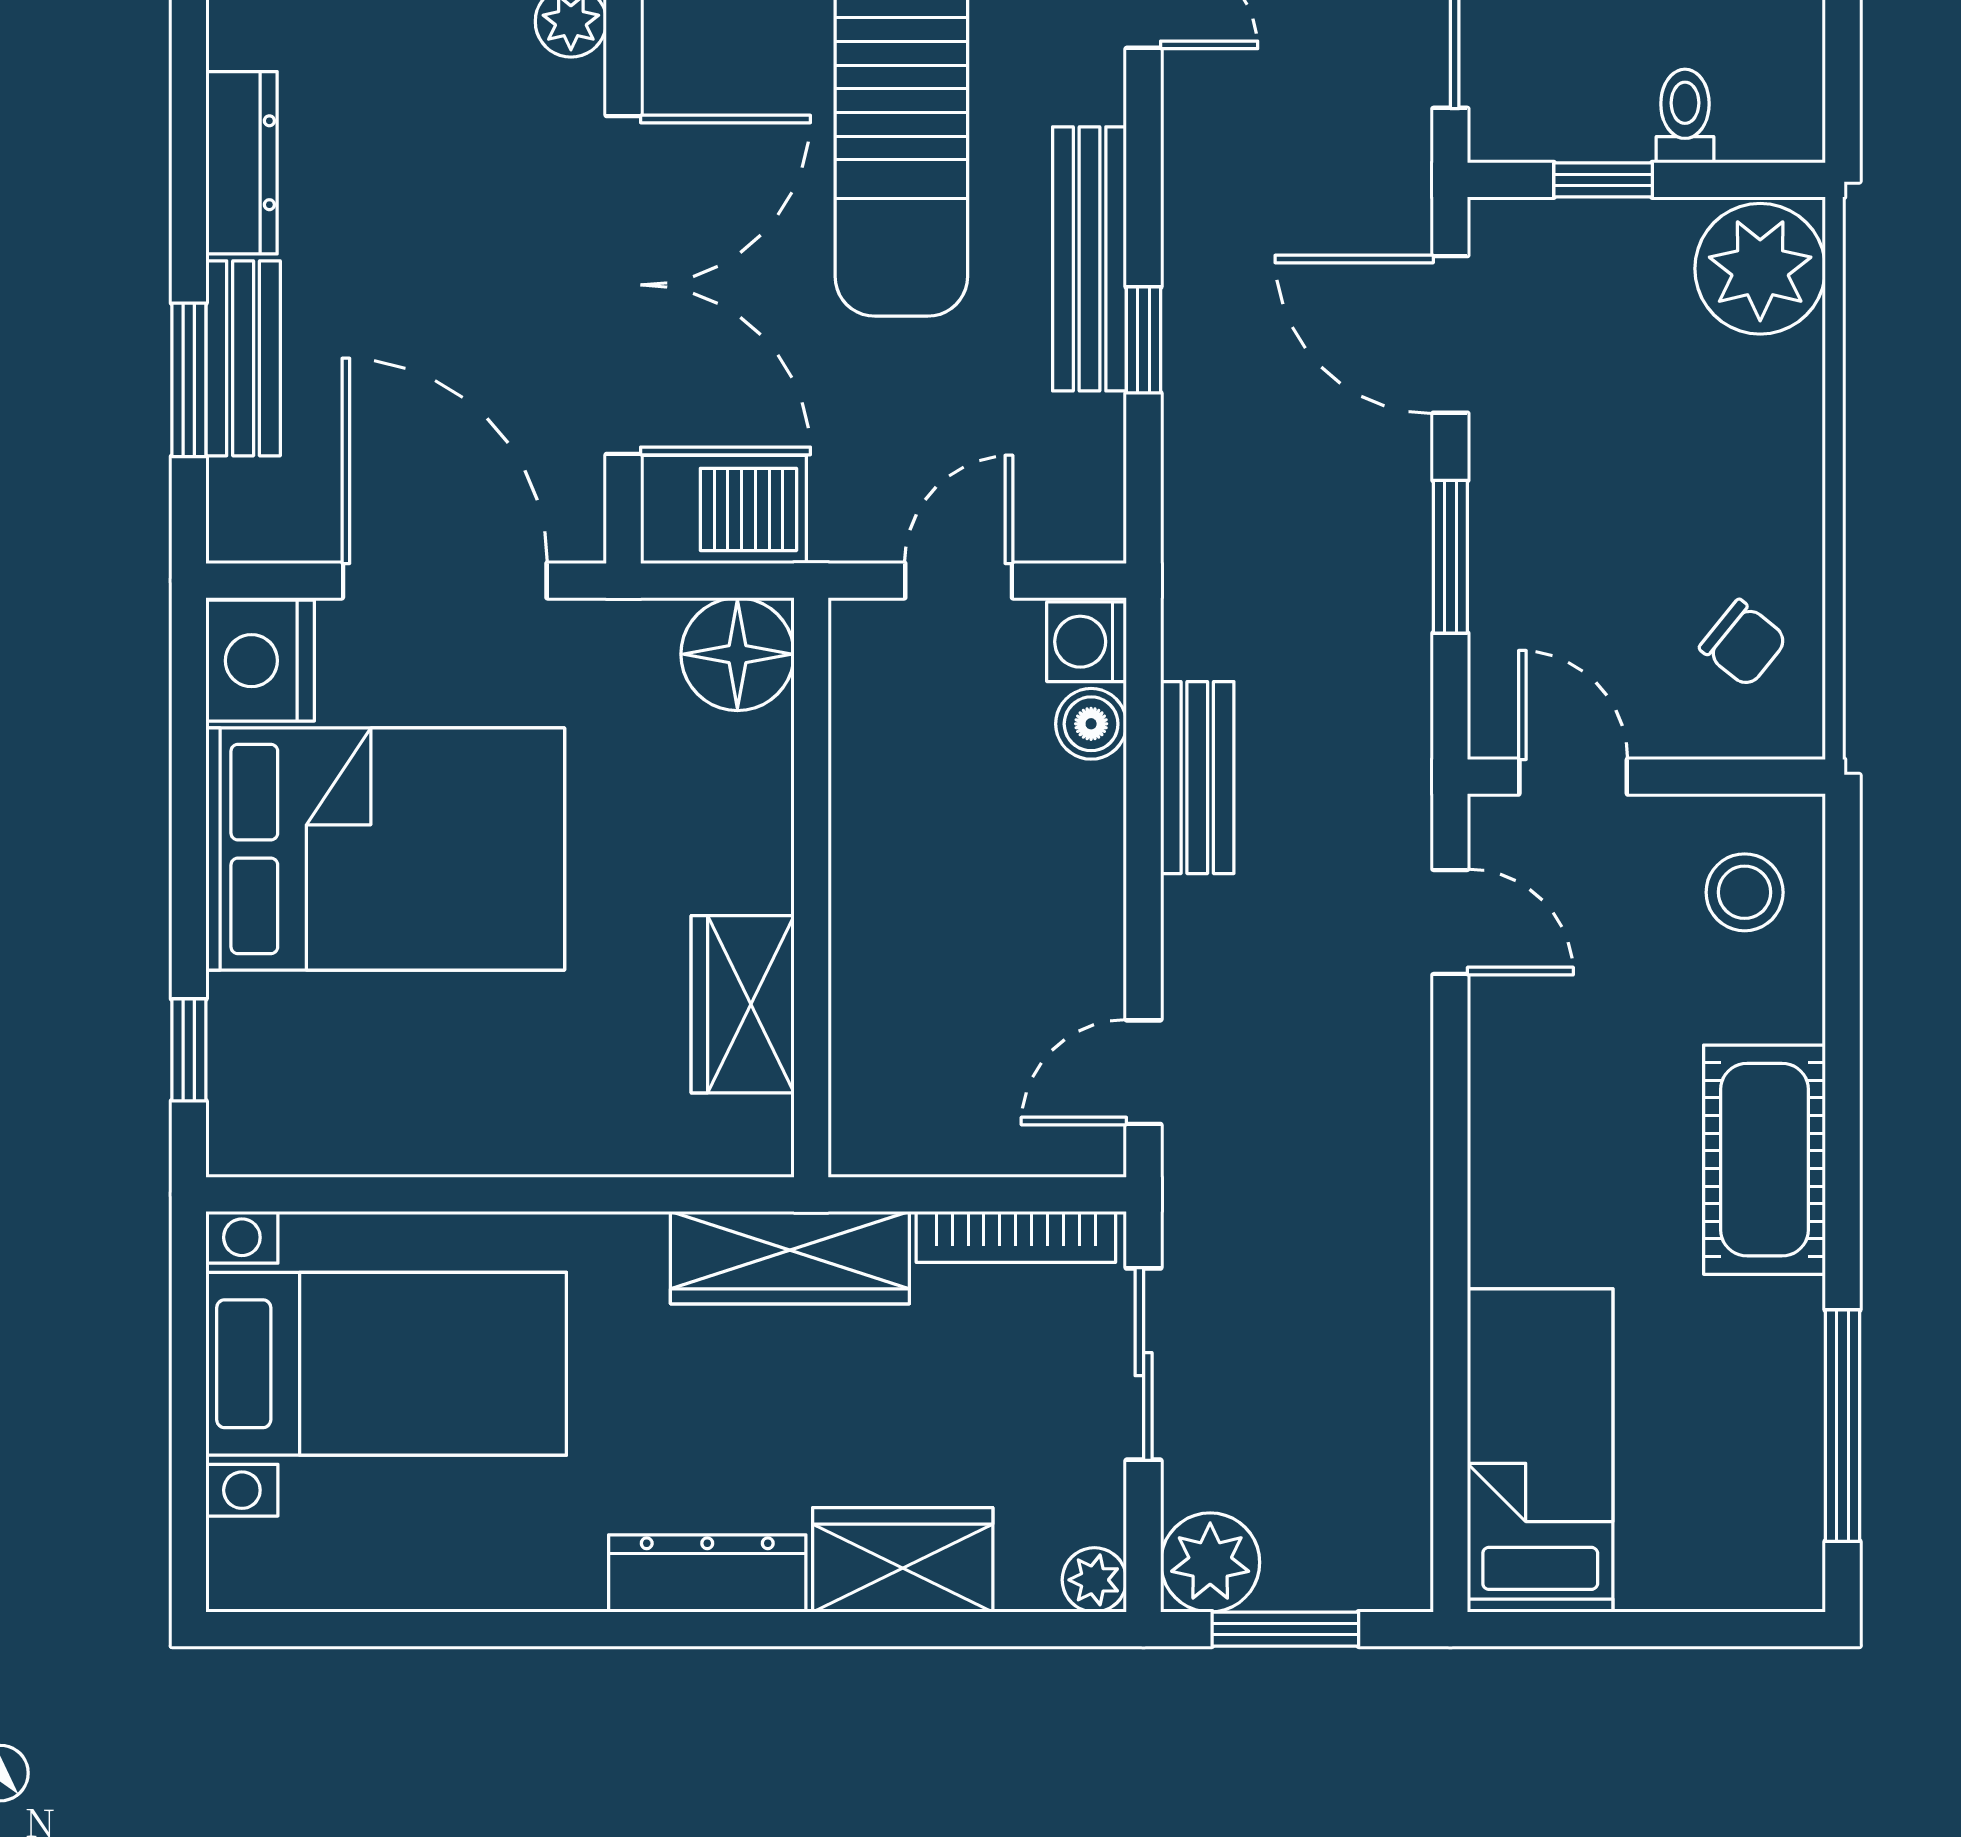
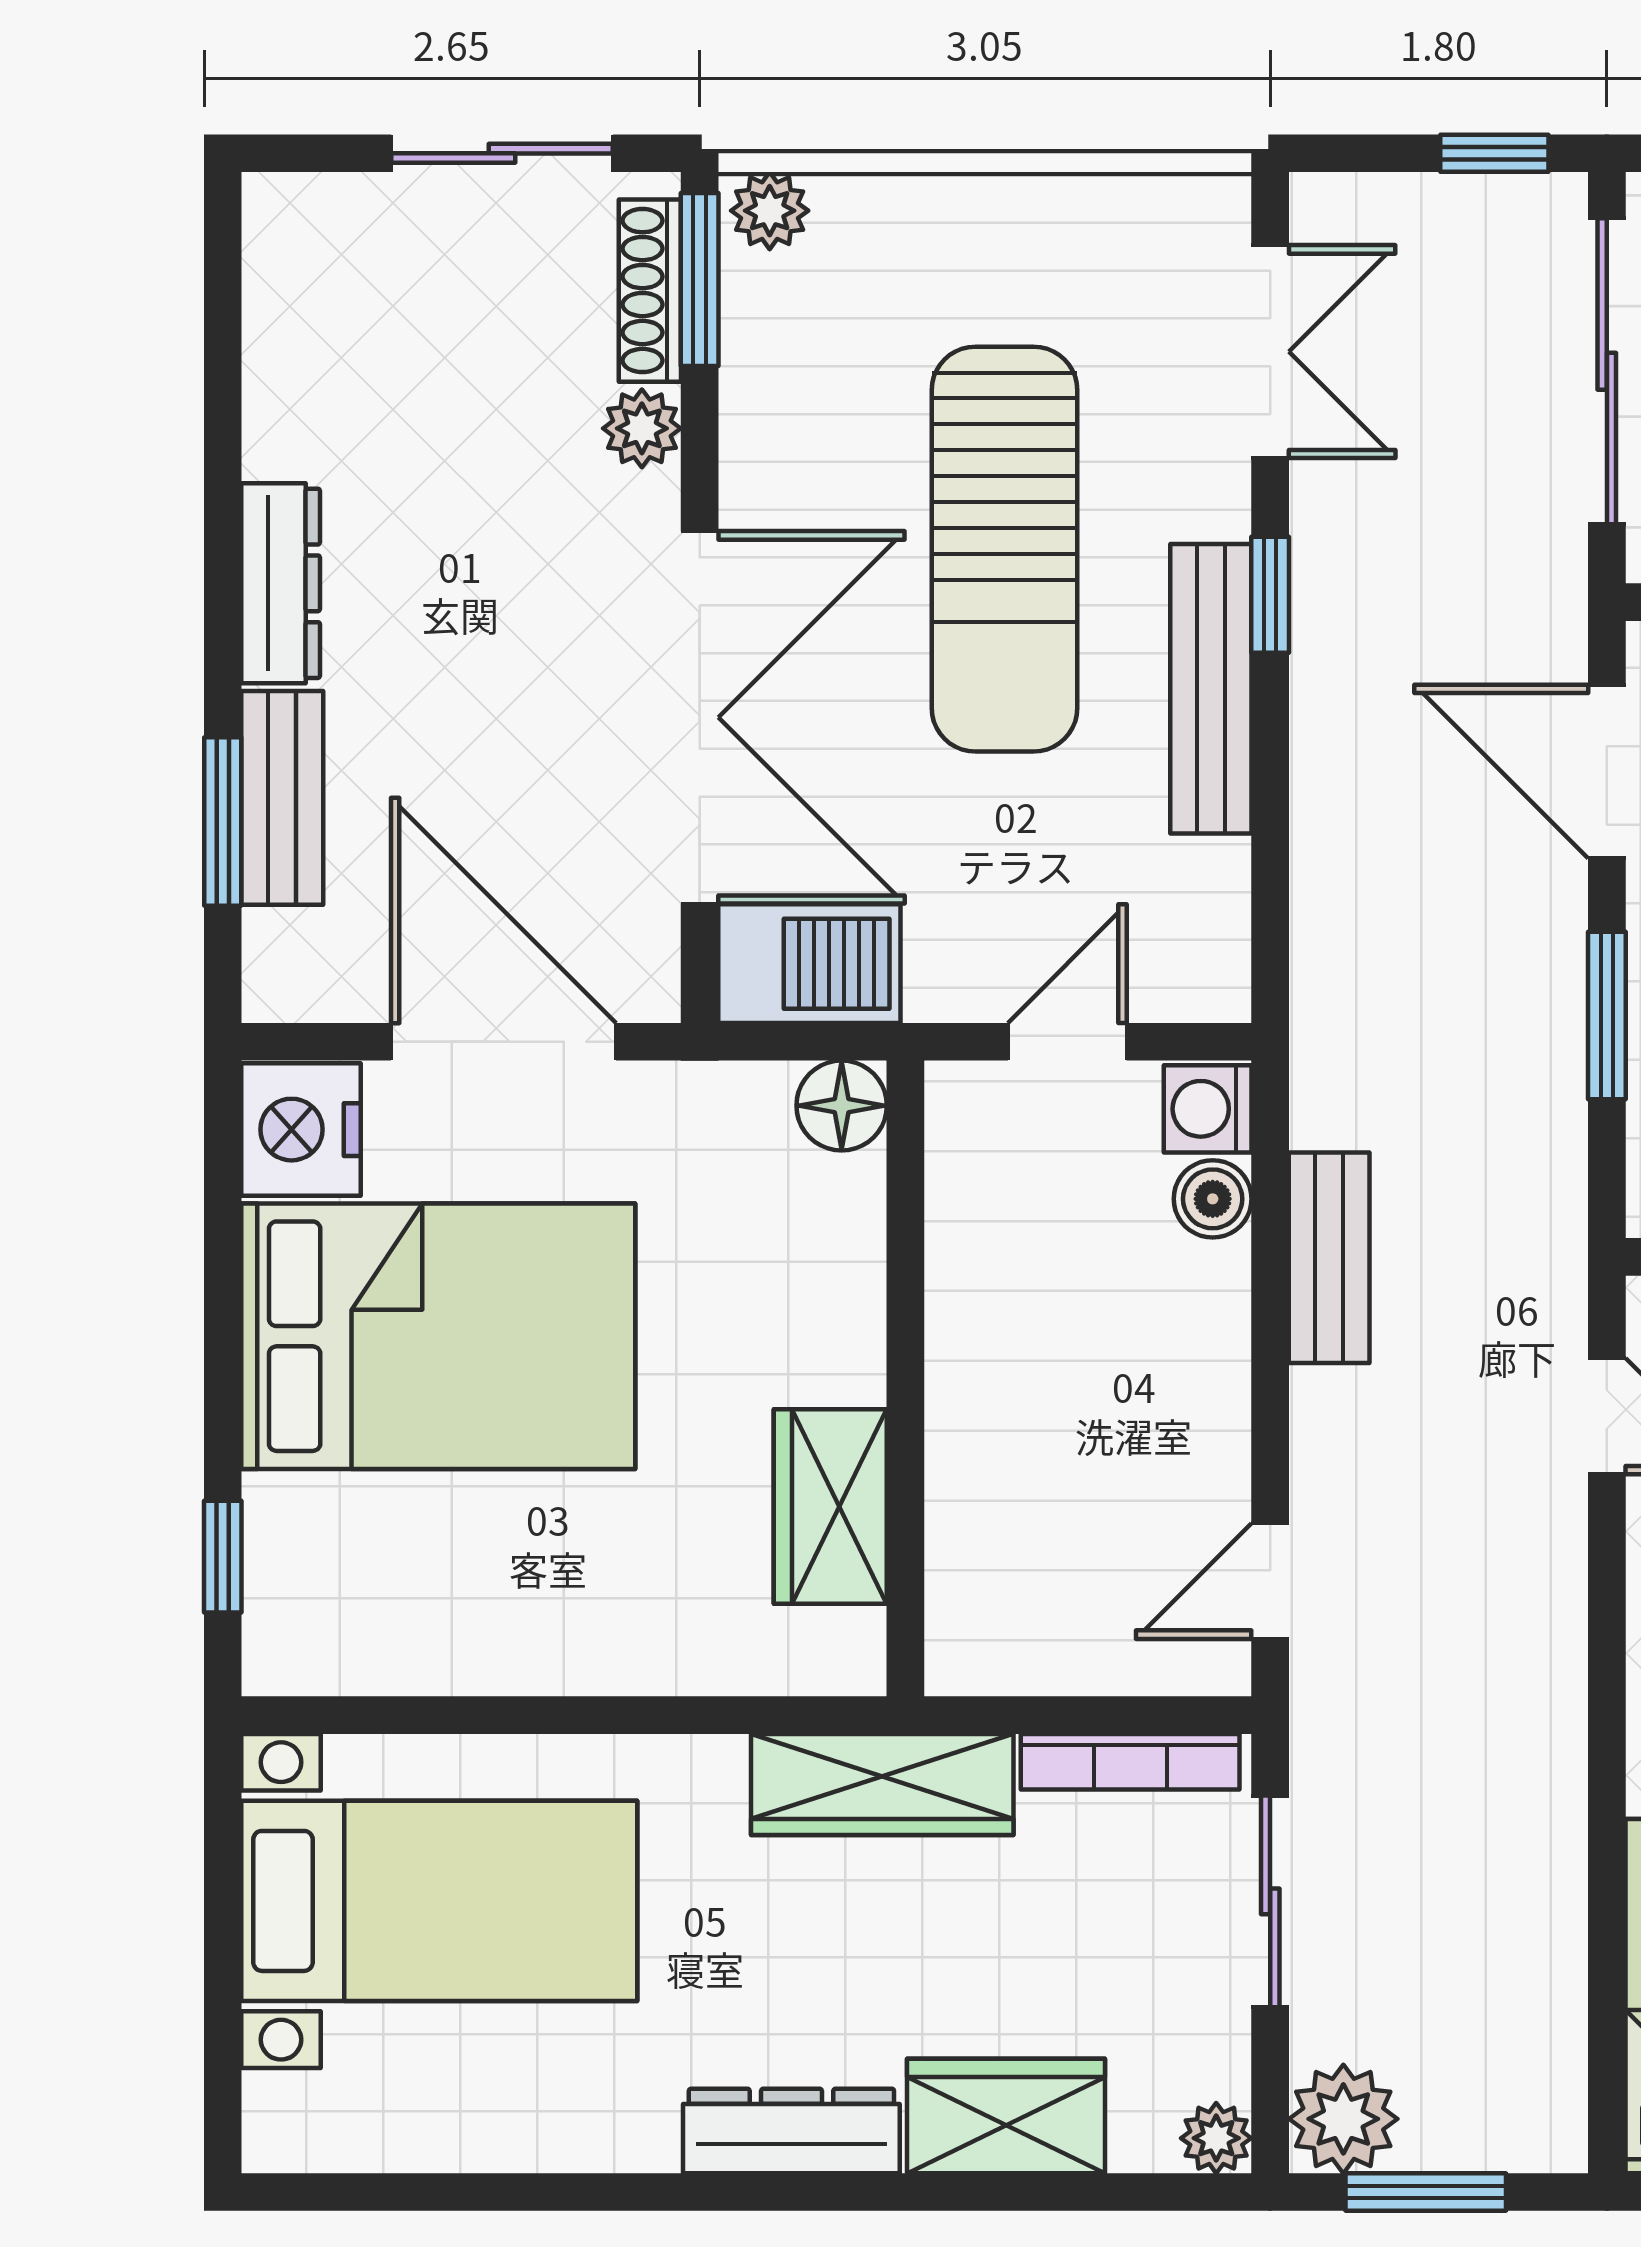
window: (1144, 340) -> (1270, 595), moved
floor lamp: (737, 654) -> (842, 1106), width x0.73, depth x0.73

